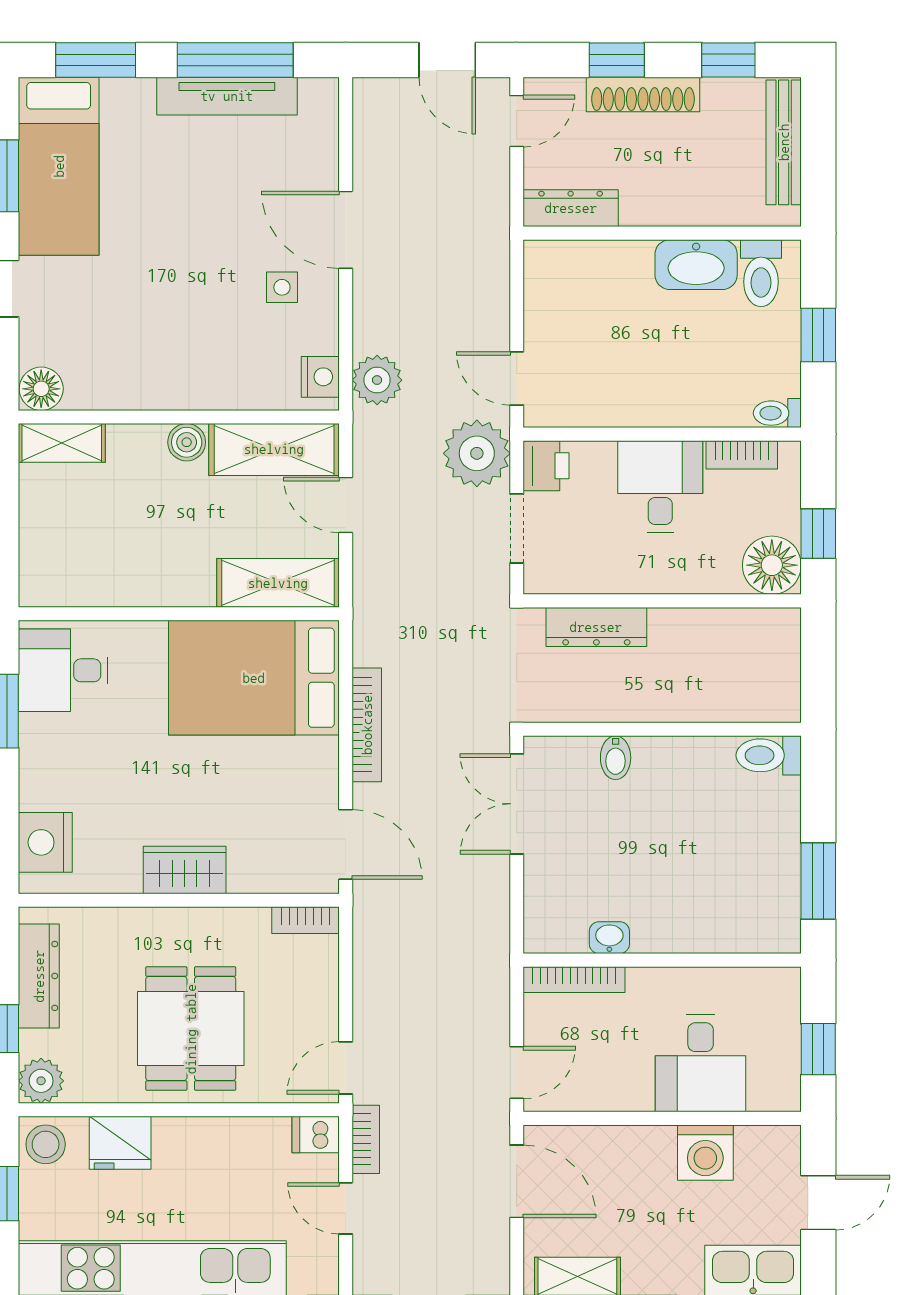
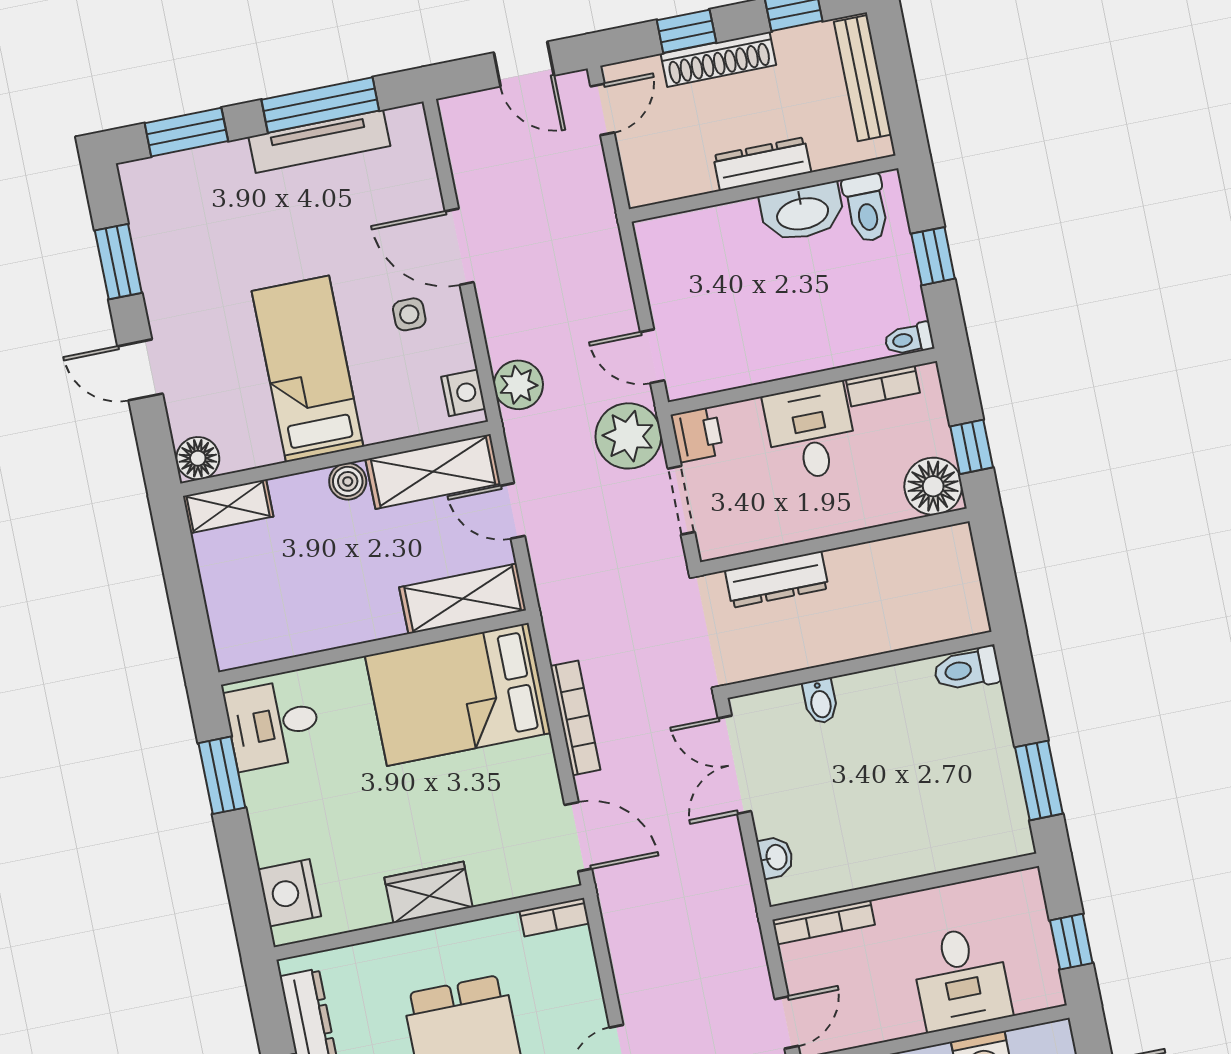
bed: (59, 166) -> (308, 369), moved, turned 180
dresser: (571, 208) -> (762, 164), moved
washbasin: (609, 938) -> (776, 857), moved, turned 90

